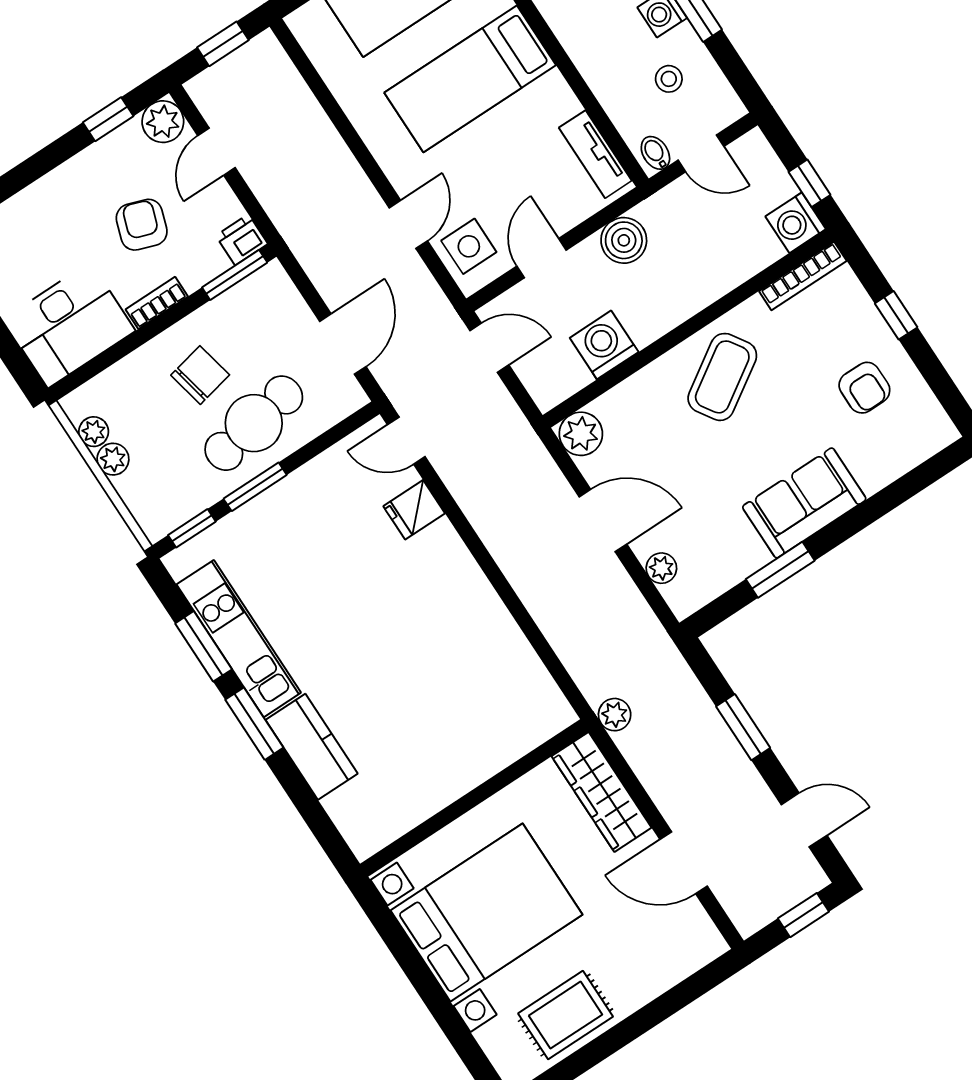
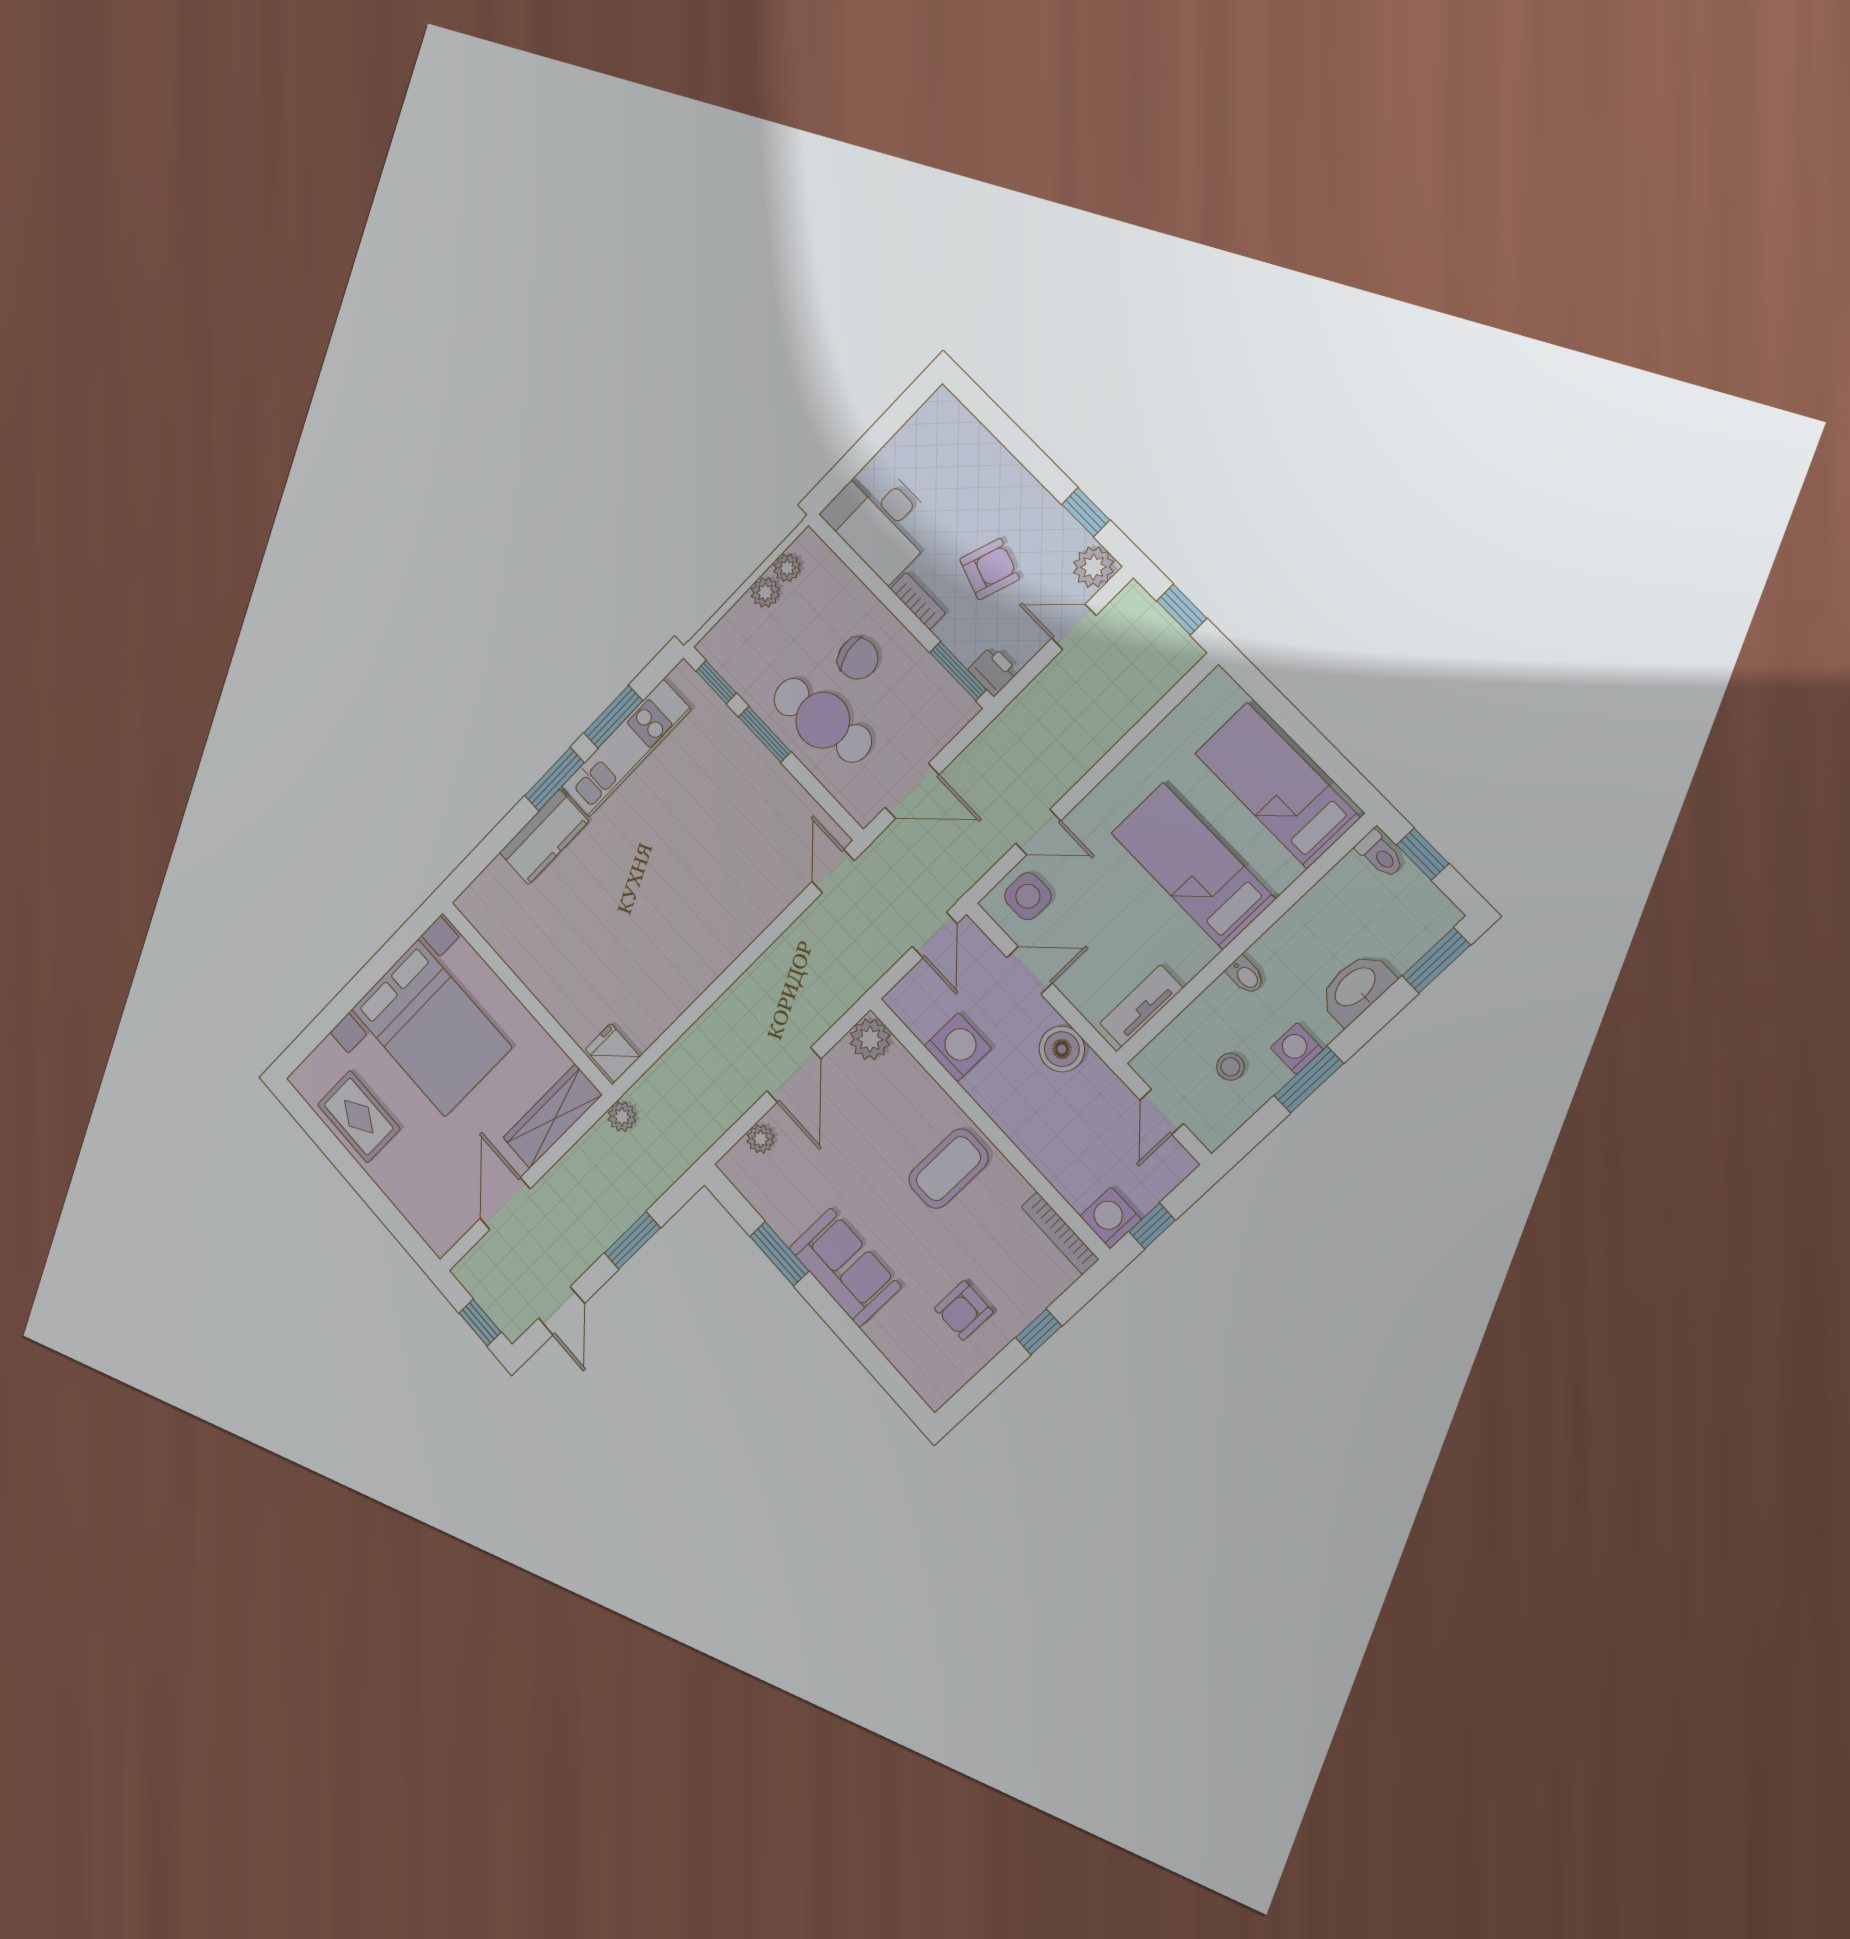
bidet: (655, 153) -> (1246, 975), moved, turned 90
coffee table: (722, 377) -> (948, 1169), turned -57
fridge: (414, 510) -> (612, 1053), moved

